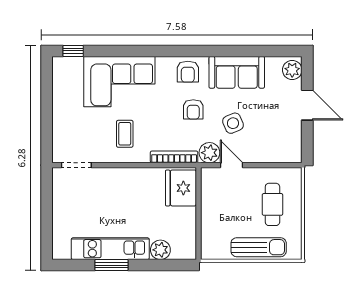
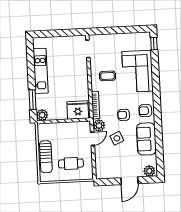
plant: (160, 250) -> (42, 115), moved
window: (111, 265) -> (33, 100), moved

